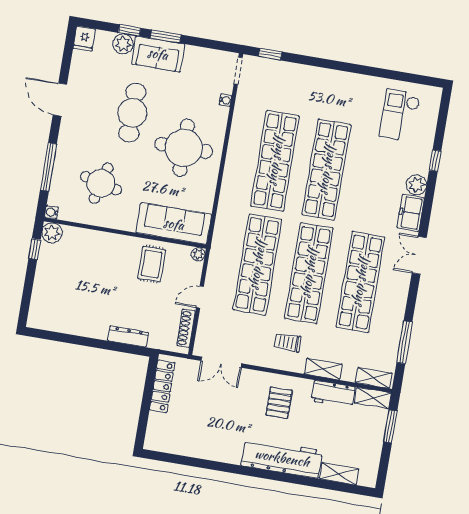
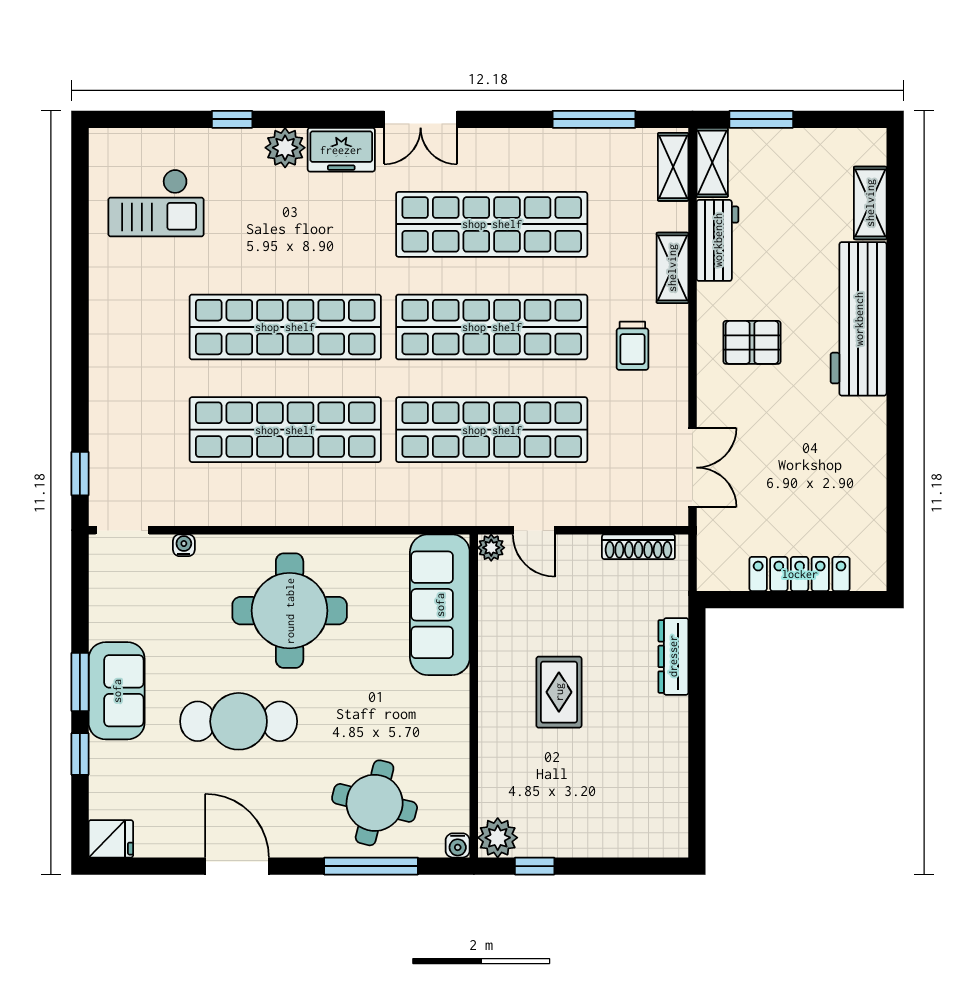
plant: (123, 44) -> (108, 762), removed
door: (60, 100) -> (237, 866), swing flipped
round table: (101, 183) -> (375, 803), moved
rug: (152, 264) -> (559, 692), moved, turned 90
door: (200, 297) -> (534, 530), moved
locker: (162, 386) -> (800, 574), moved

